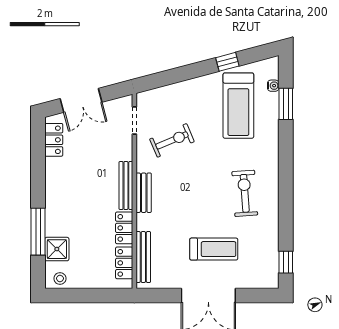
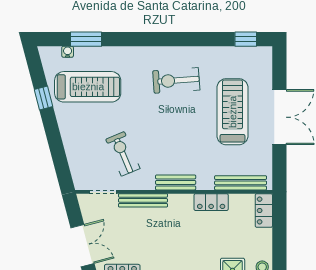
bench: (126, 185) -> (143, 200), moved
treadmill: (214, 249) -> (233, 112), width x1.37, depth x1.38
locker: (124, 263) -> (264, 210), moved, turned 90

